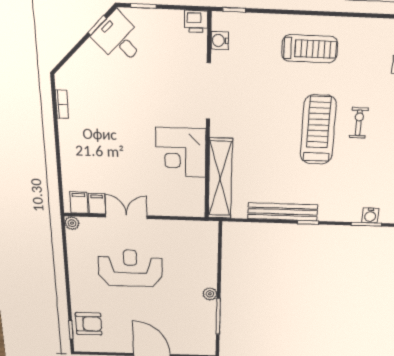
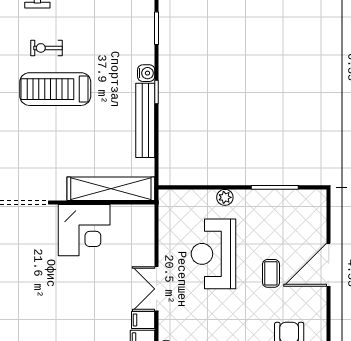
water cooler: (370, 215) -> (146, 73), moved
reception desk: (130, 268) -> (213, 254), moved
plant: (210, 294) -> (225, 197), moved
coffee table: (143, 311) -> (271, 273), added

